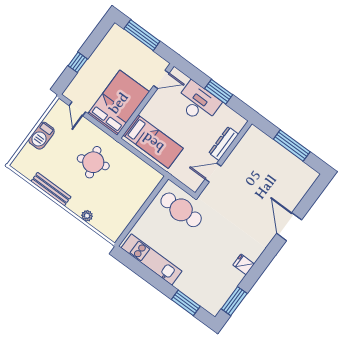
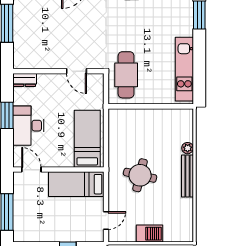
bed: (119, 103) -> (76, 184), width x0.67
dresser: (224, 144) -> (25, 80), moved, width x0.70
round table: (93, 162) -> (140, 175), turned 32
bench: (51, 189) -> (187, 176), moved

